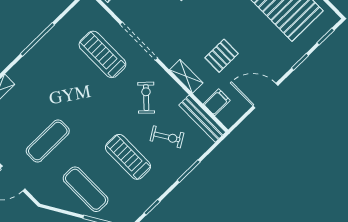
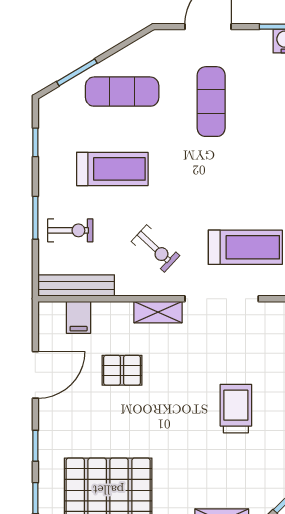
pallet: (222, 56) -> (122, 370), turned 90
shelving: (186, 76) -> (158, 312), moved
exercise bike: (167, 137) -> (70, 230), moved, turned -148

